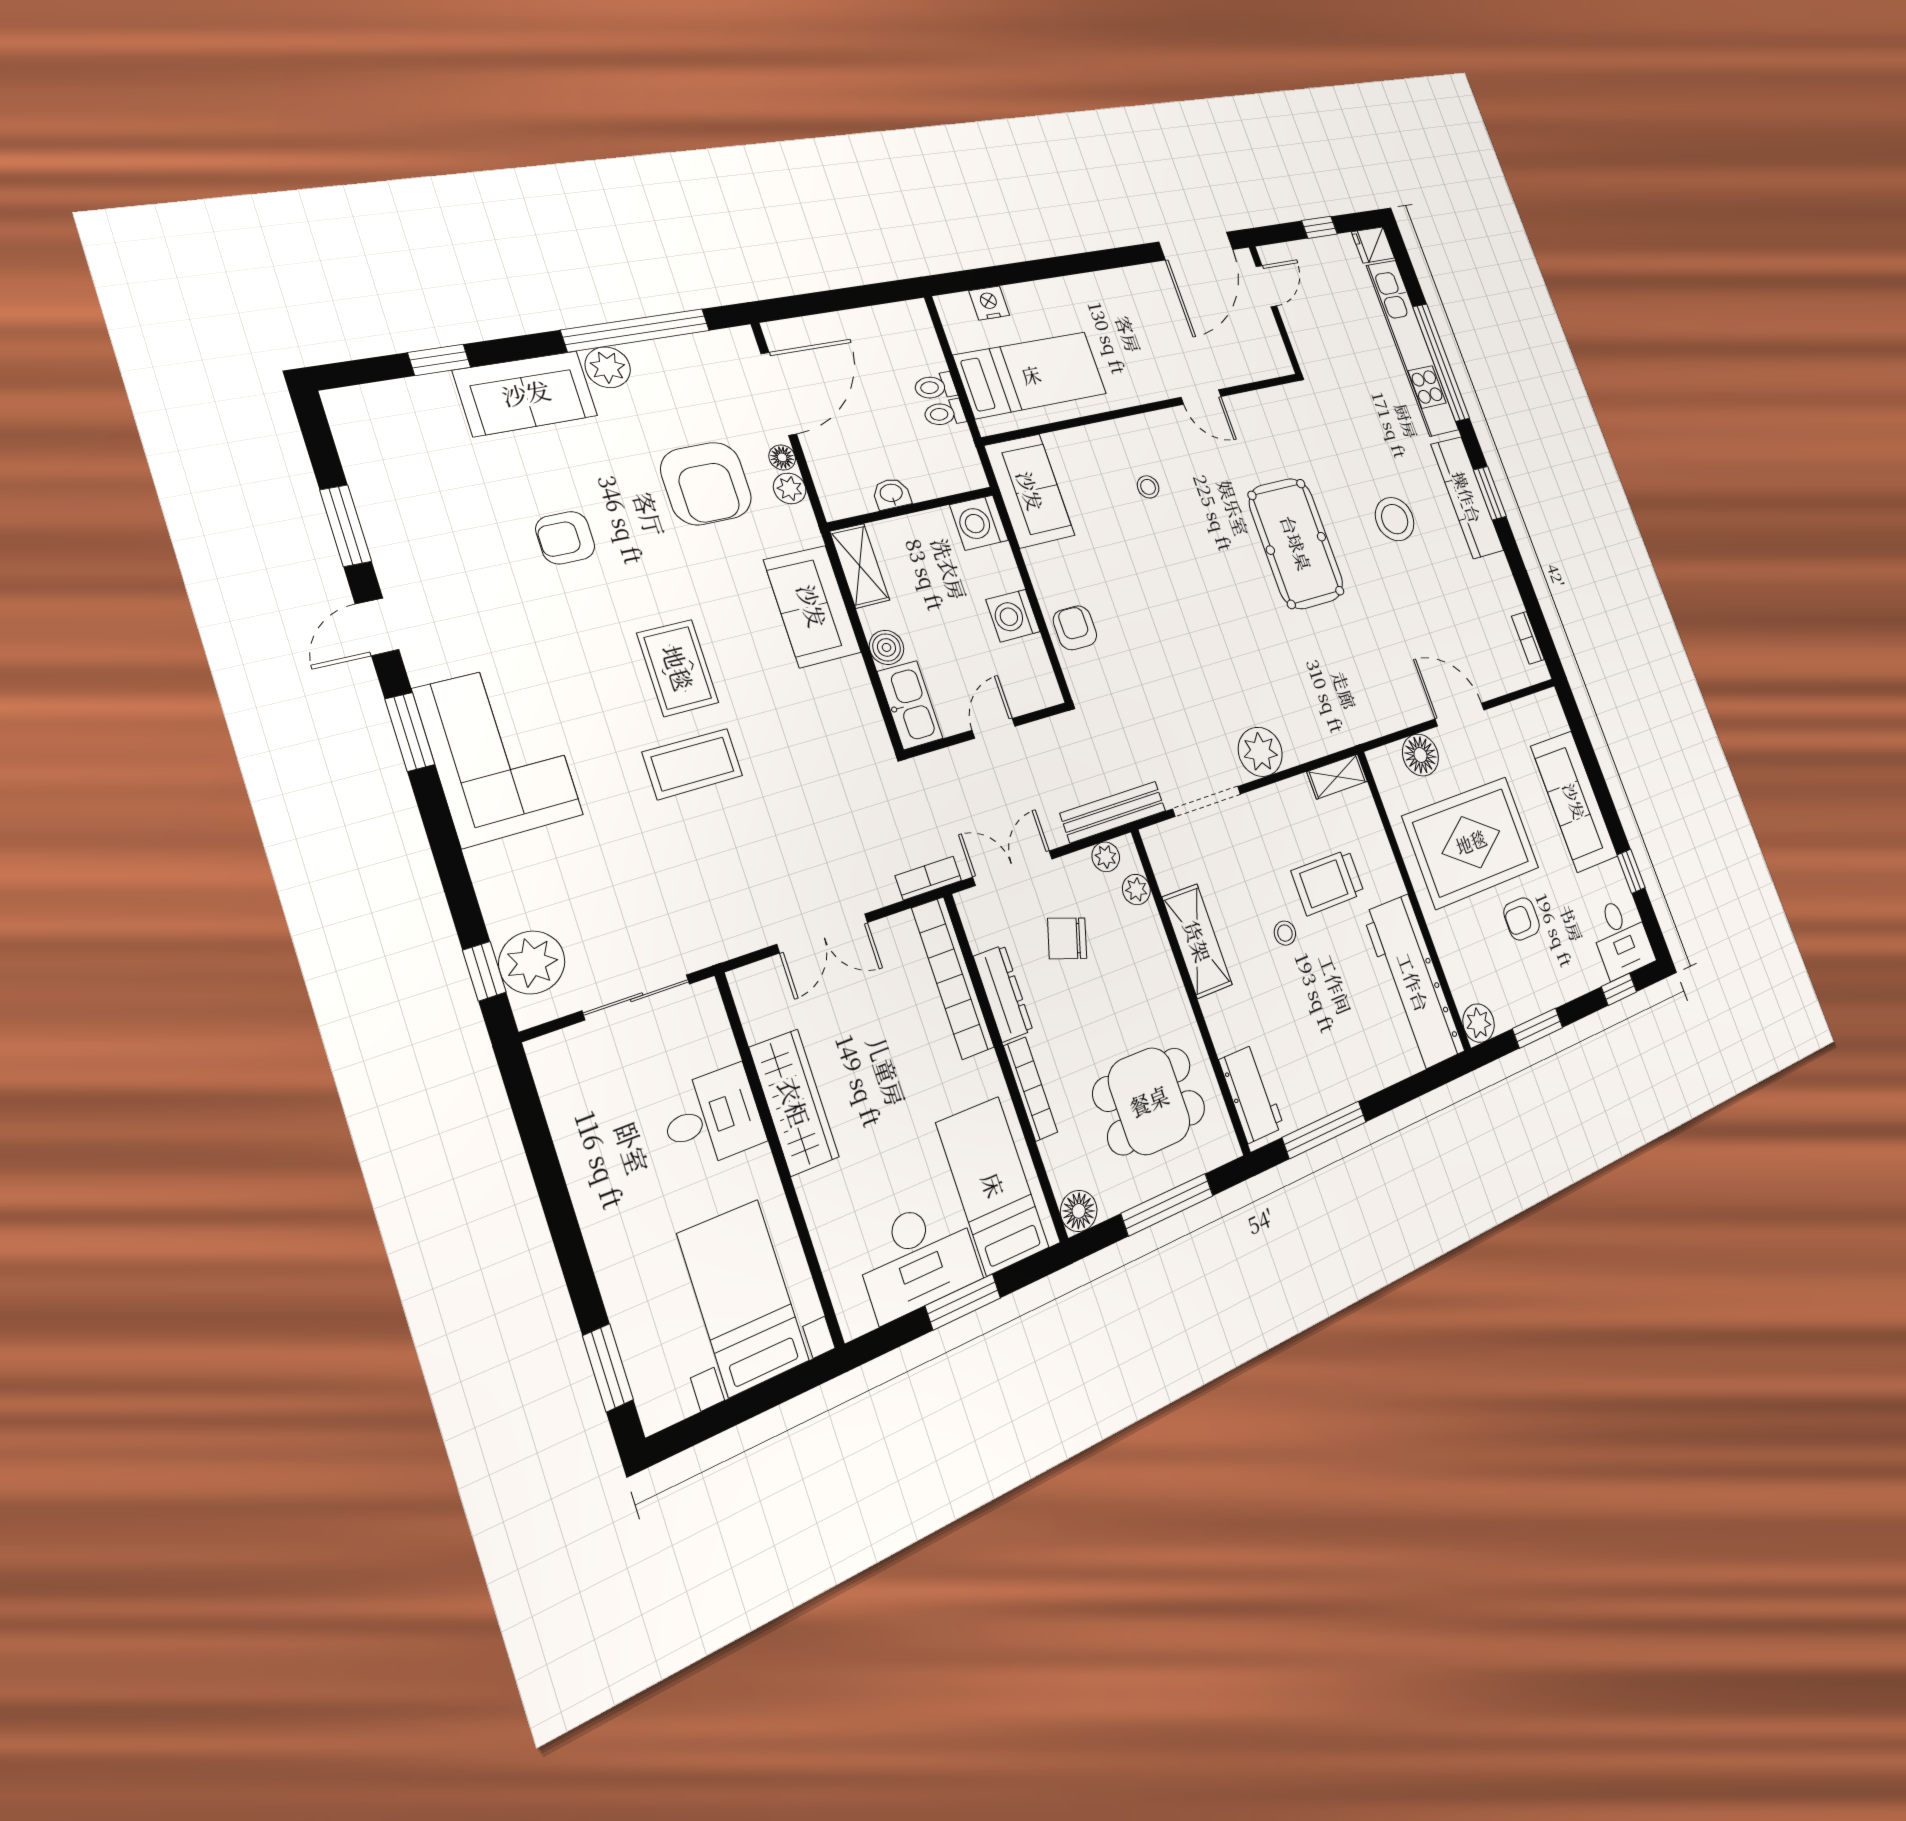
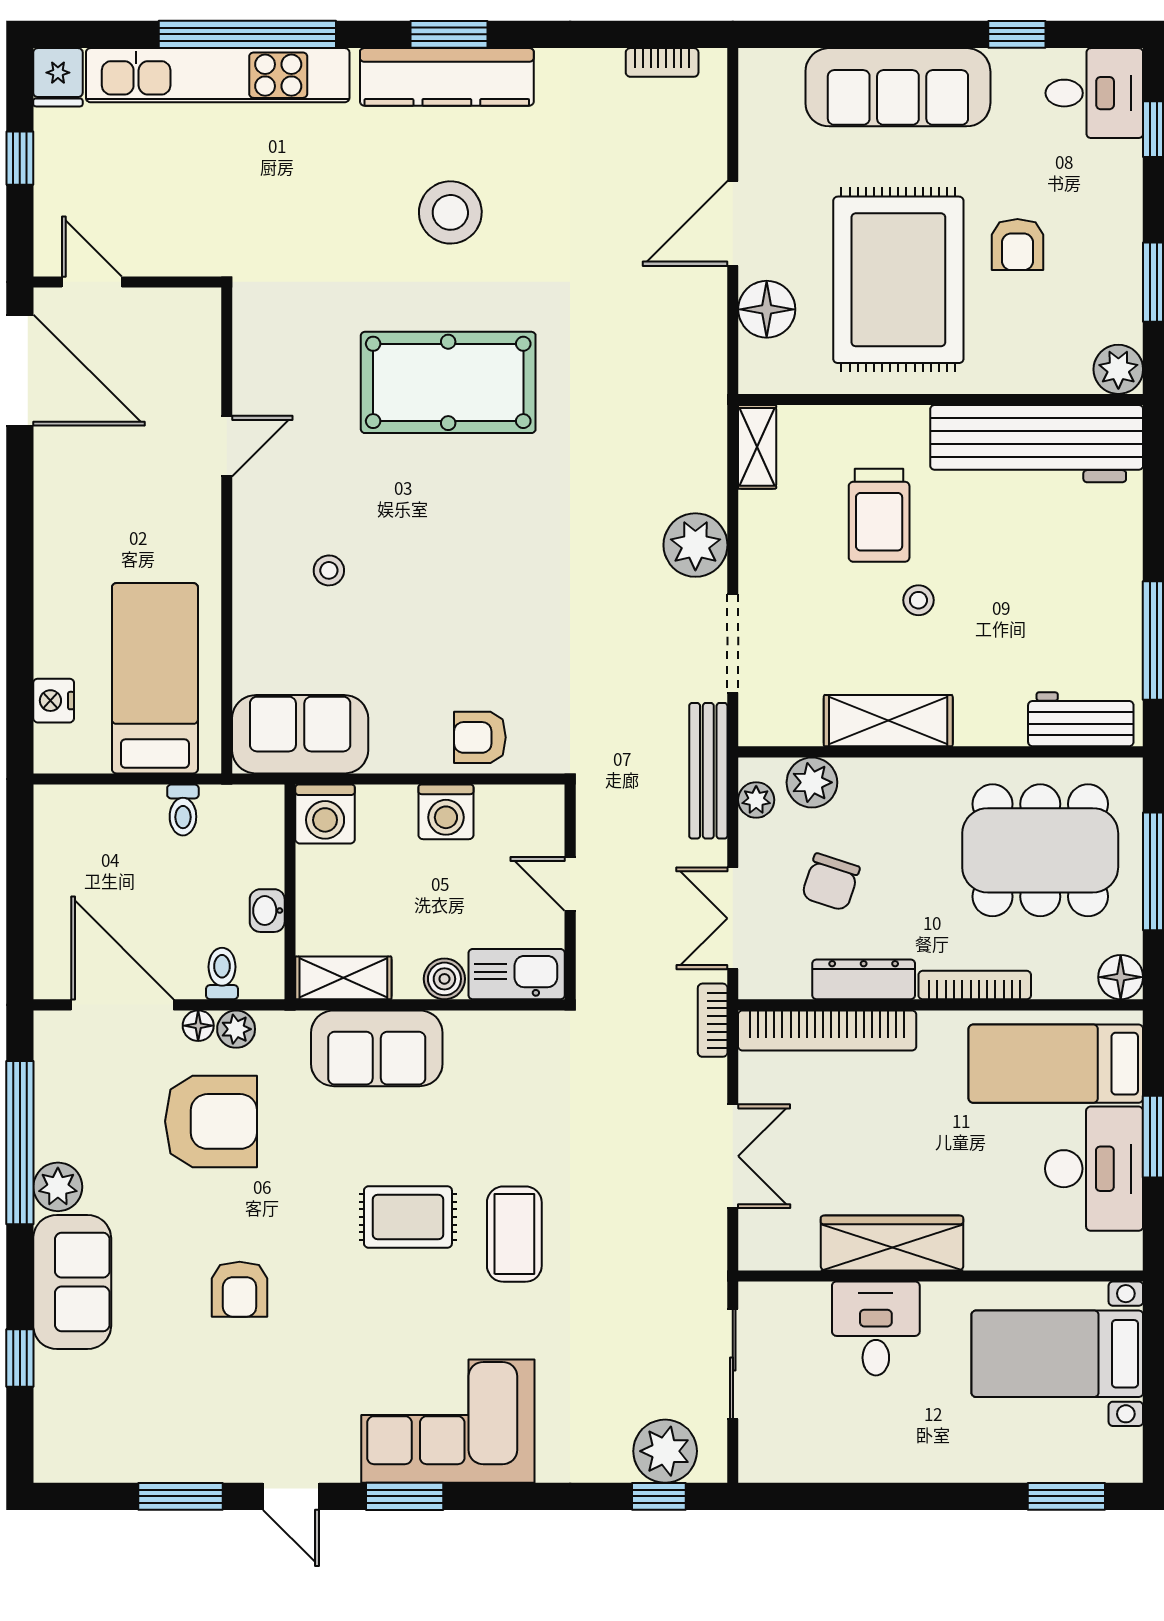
toilet: (935, 387) -> (222, 974), moved, turned 180
plant: (1136, 890) -> (812, 782), width x1.38, depth x1.38
dining table: (1149, 1101) -> (1040, 850), width x1.38

